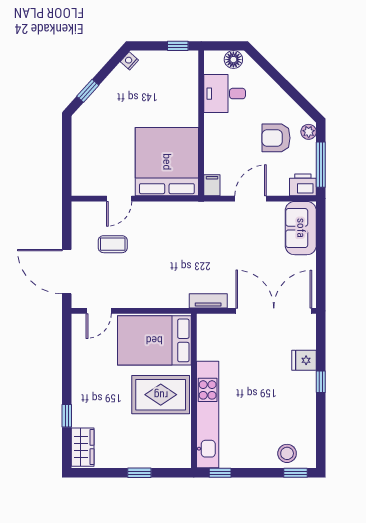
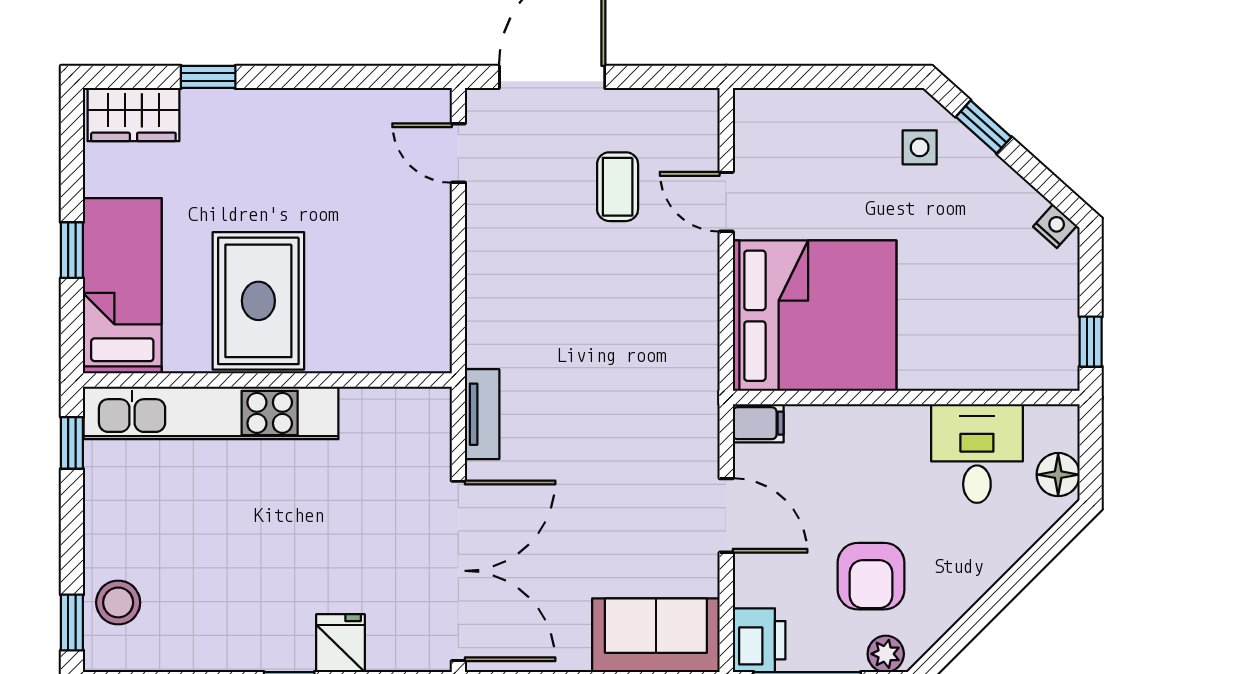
side table: (96, 118) -> (920, 147), added
armchair: (276, 138) -> (871, 576), turned 180
bed: (154, 340) -> (122, 286), moved, width x0.67

